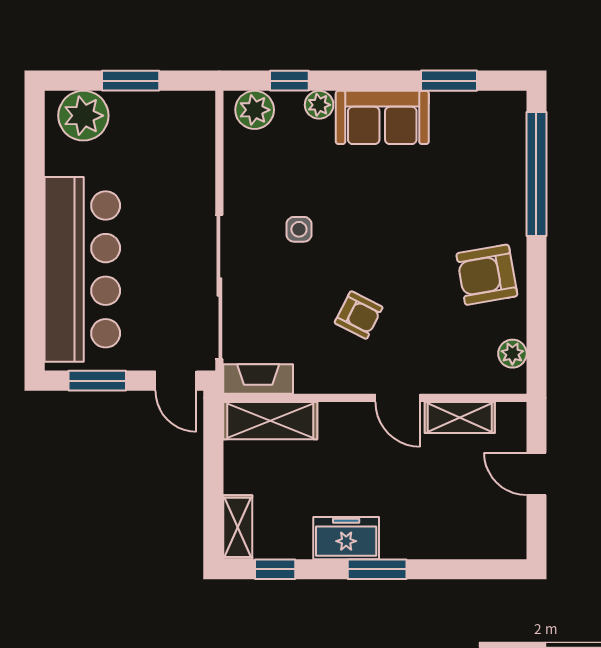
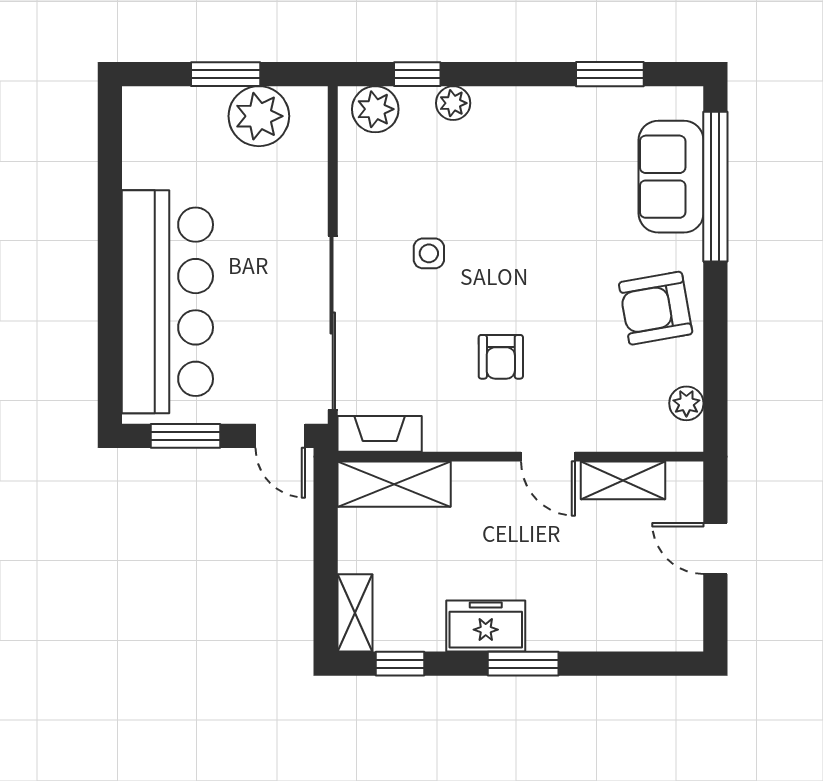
plant: (83, 116) -> (259, 116), moved
sofa: (382, 117) -> (671, 177), moved, turned 90
armchair: (359, 315) -> (501, 357), turned 63

